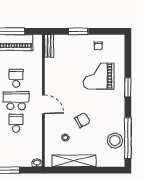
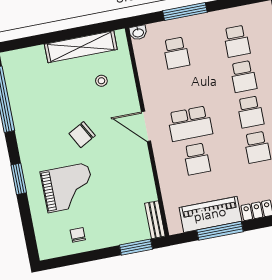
window: (78, 31) -> (136, 247), moved
chair: (82, 120) -> (82, 135), moved
school desk: (16, 123) -> (176, 53), moved
stool: (115, 141) -> (23, 91), removed

